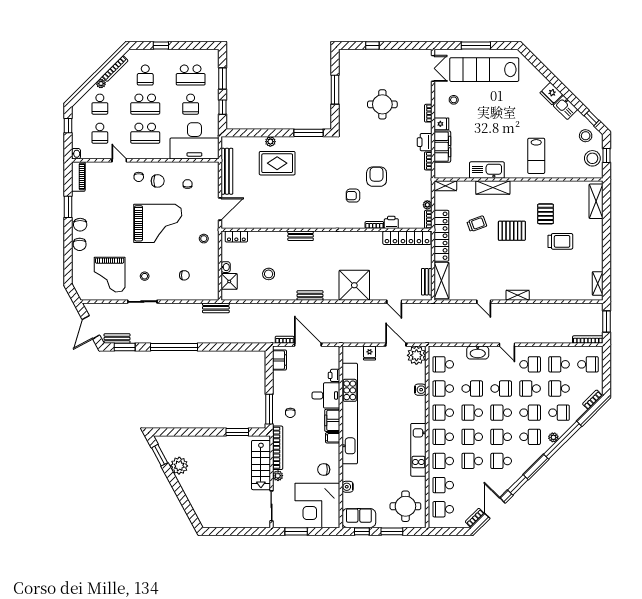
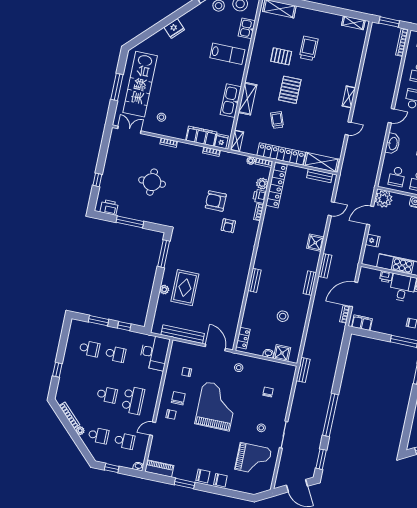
school desk: (145, 75) -> (81, 389), removed
school desk: (191, 75) -> (89, 349), width x0.54
school desk: (145, 104) -> (107, 395), width x0.54
kitchen sink: (565, 108) -> (247, 28), moved, turned 135
fridge: (441, 124) -> (221, 141), moved
desk: (194, 141) -> (154, 353), width x0.73, depth x0.77
printer: (425, 142) -> (109, 207), moved, turned 180
plant: (406, 222) -> (262, 184), added
shower: (354, 285) -> (315, 243), width x0.54, depth x0.54
bench: (117, 339) -> (325, 266), moved

